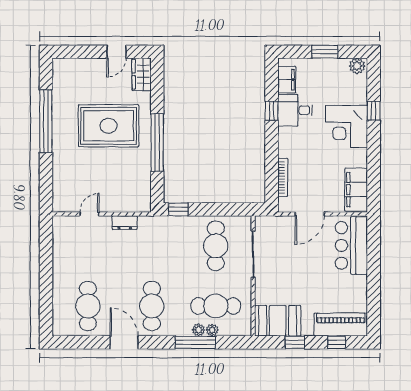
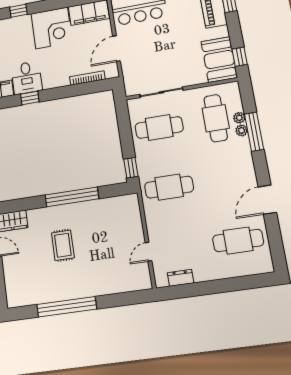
rug: (109, 126) -> (63, 245), width x0.54, depth x0.49
corner desk: (347, 126) -> (52, 28), moved
door: (89, 214) -> (148, 252), hinge flipped
door: (310, 214) -> (117, 49), swing flipped
dresser: (125, 223) -> (180, 278), moved, turned -90
cafe table: (152, 306) -> (169, 187), moved
window: (295, 342) -> (240, 57), moved

